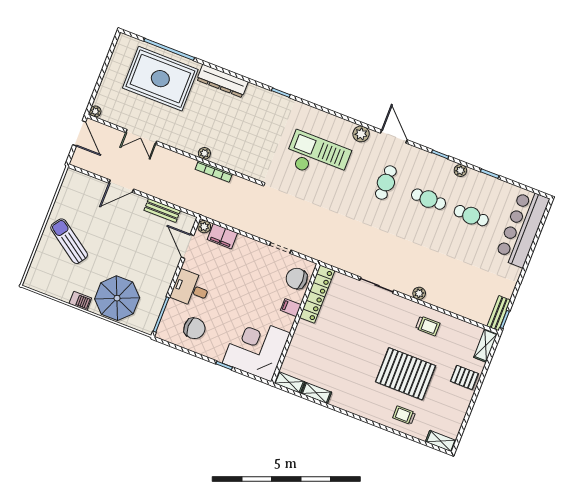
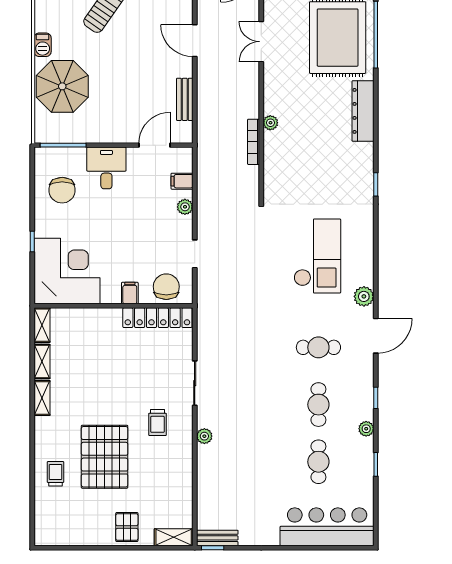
plant: (204, 227) -> (185, 207), moved
filing cabinet: (222, 236) -> (182, 181), width x0.50
trolley: (428, 326) -> (157, 423), moved
shelving: (441, 441) -> (42, 398), moved

